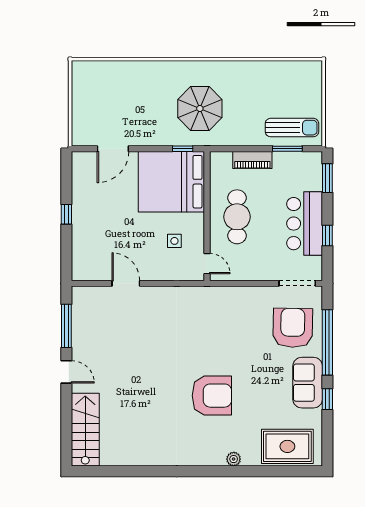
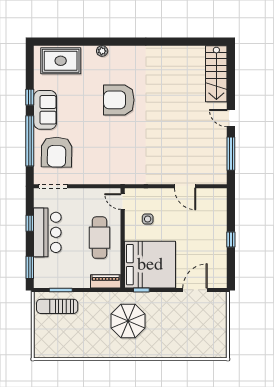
piano: (252, 160) -> (106, 281), moved

